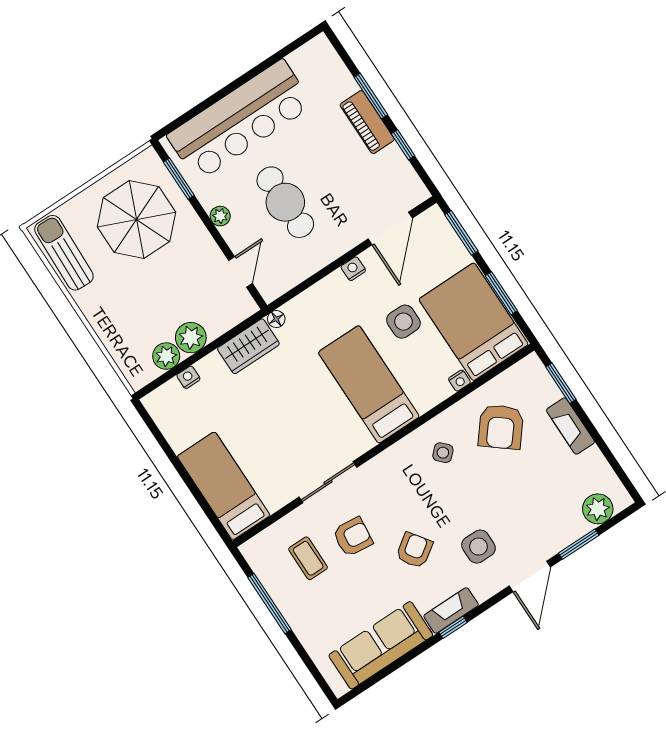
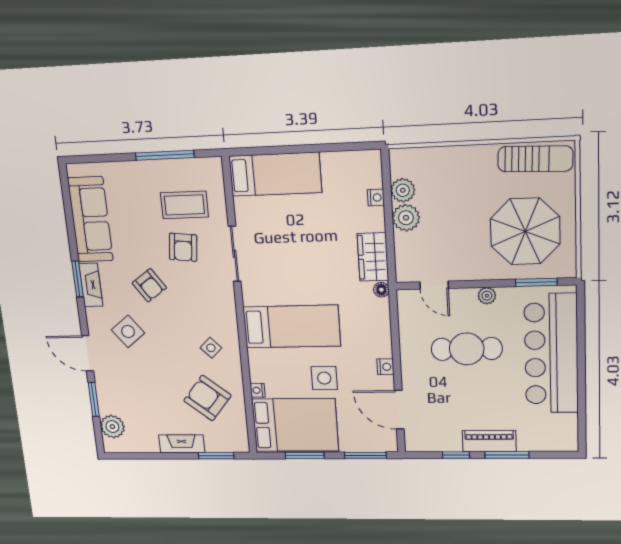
side table: (478, 547) -> (128, 332), turned -38
coffee table: (308, 558) -> (184, 205), width x1.36, depth x1.30
window: (453, 627) -> (78, 279), width x1.50

